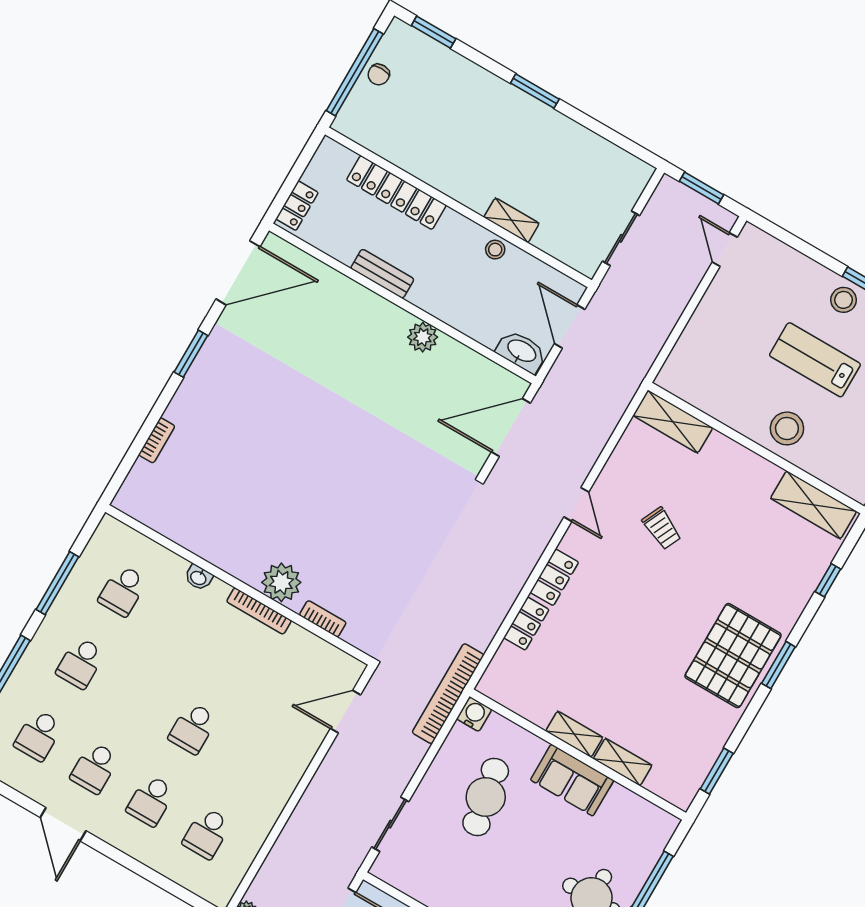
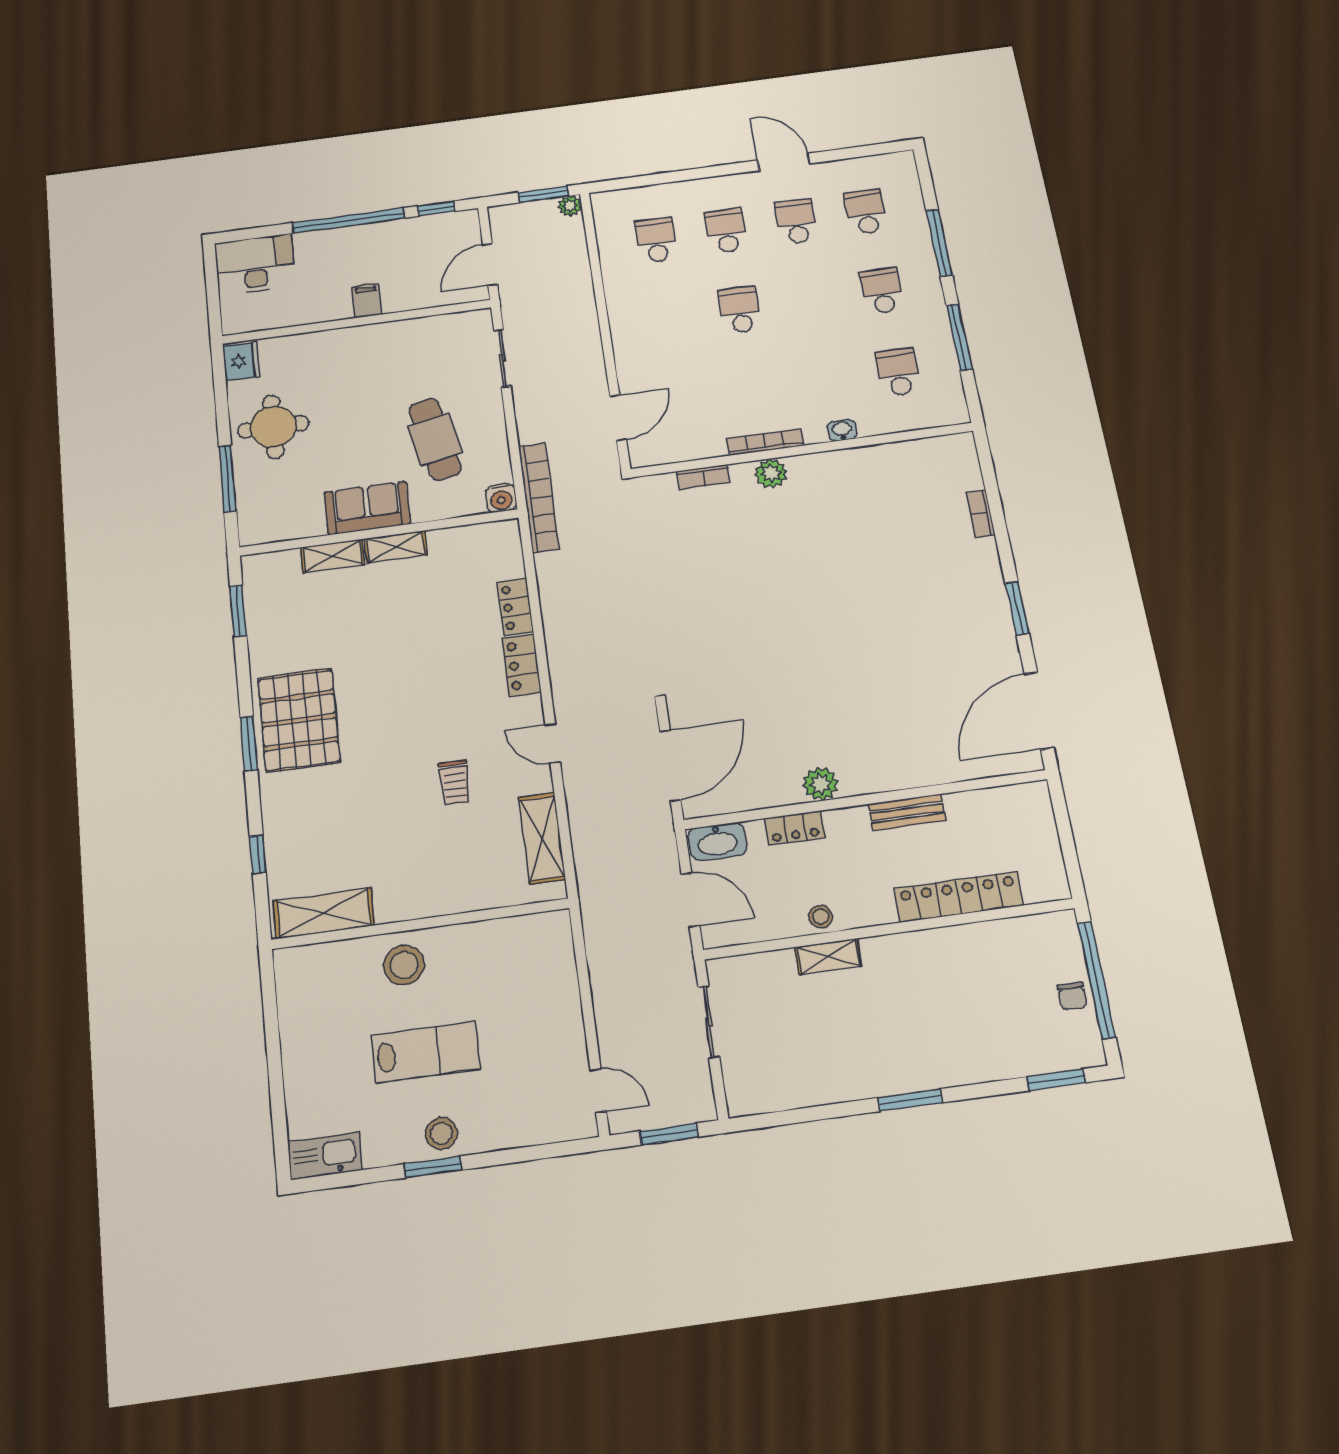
chair: (379, 74) -> (1072, 996), turned 180
locker: (297, 206) -> (795, 828), moved, turned -90
shelving: (673, 422) -> (542, 838), moved, turned 90
trolley: (662, 528) -> (455, 782), turned -115
plant: (281, 582) -> (771, 473), width x0.73, depth x0.73

